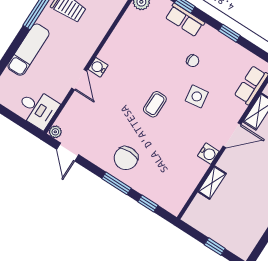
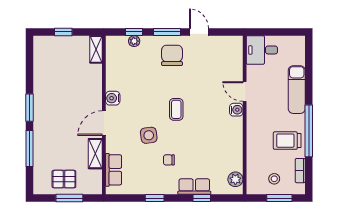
plant: (55, 132) -> (134, 41), moved
door: (68, 152) -> (199, 32), moved
shelving: (212, 183) -> (96, 49), moved

